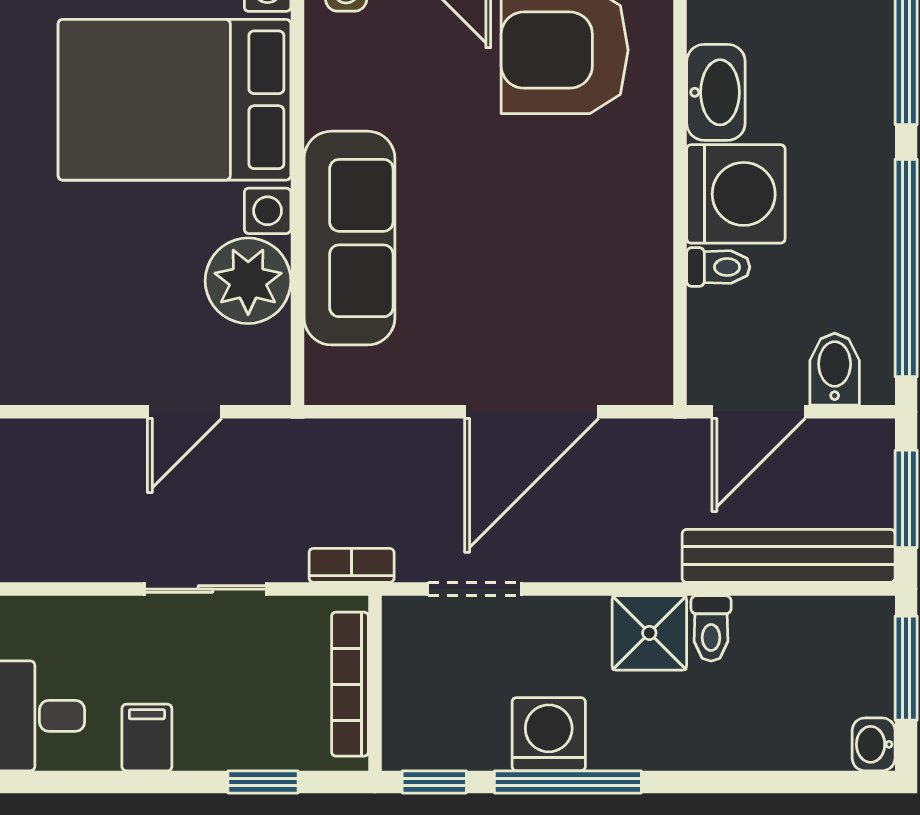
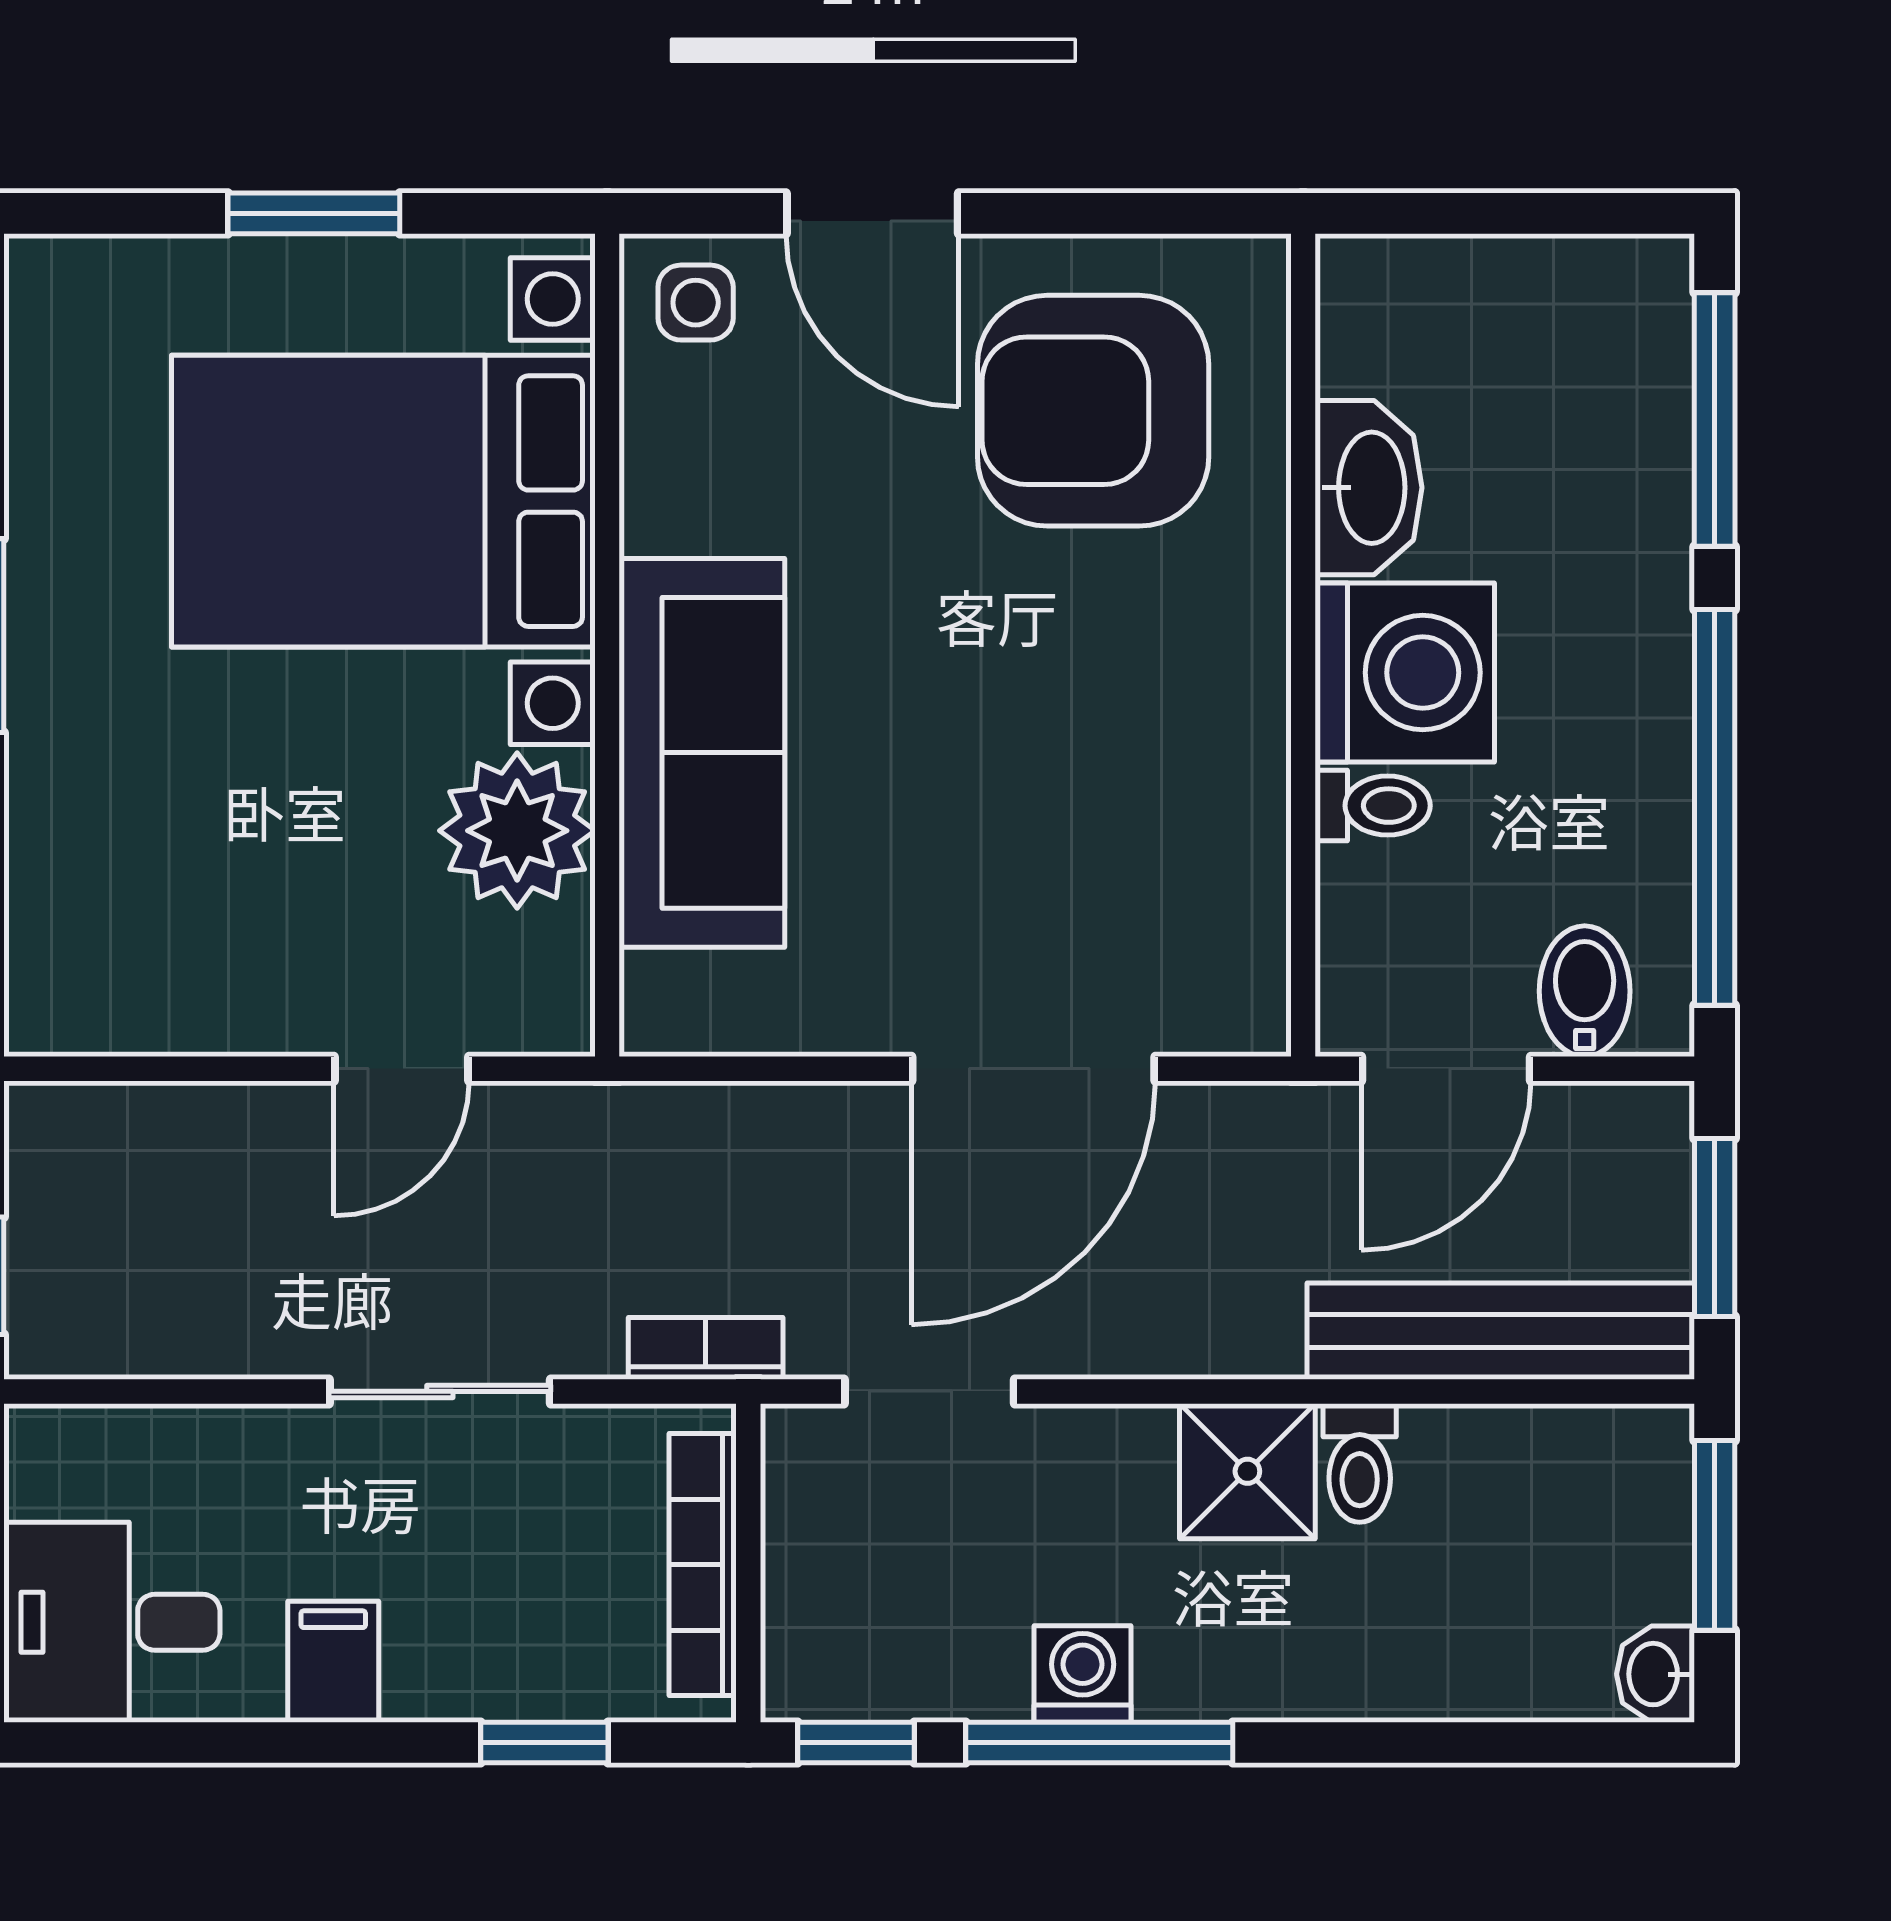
washing machine: (549, 734) -> (1083, 1674), width x0.73, depth x0.73

